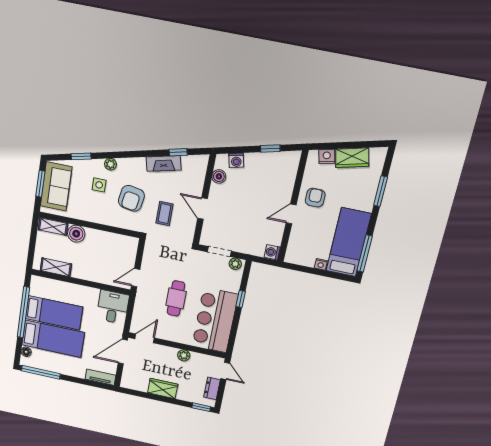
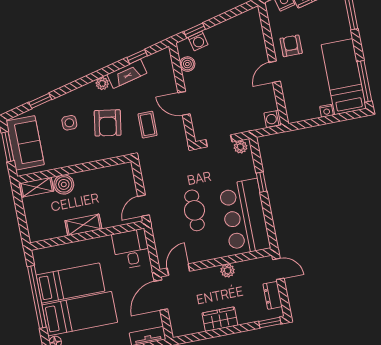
window: (270, 148) -> (195, 30), moved
plant: (111, 164) -> (102, 83), moved
shelving: (56, 267) -> (83, 225), moved

